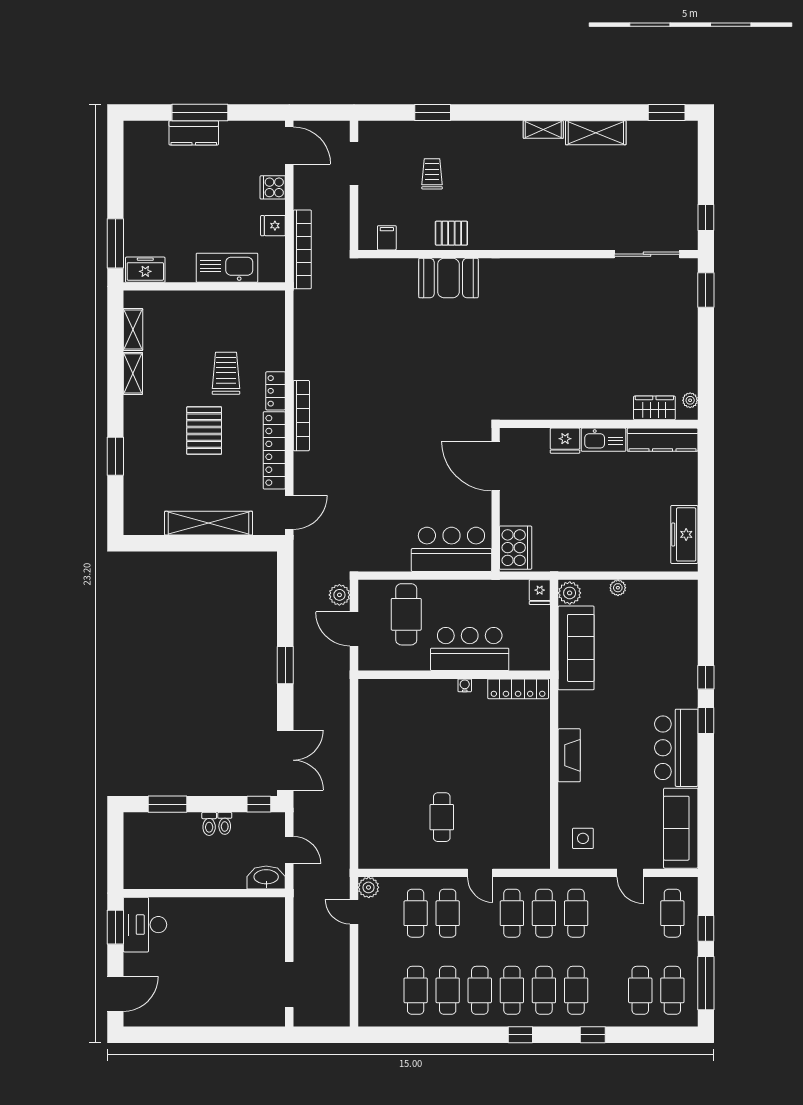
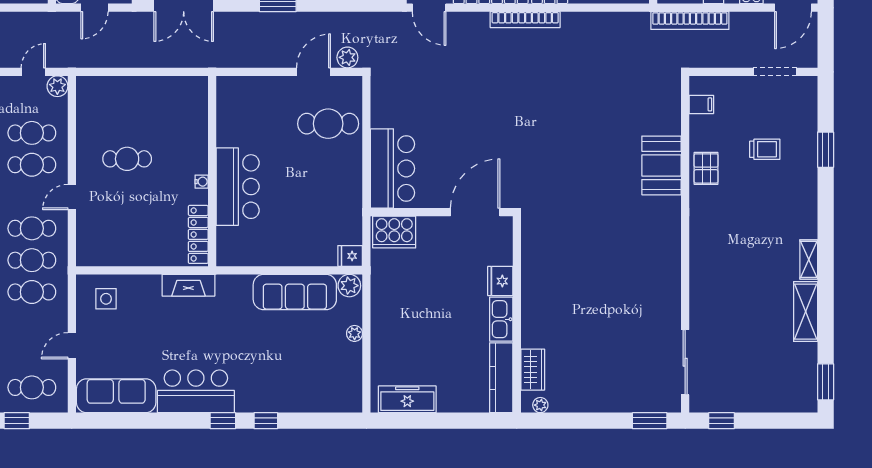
bar counter: (470, 649) -> (238, 187), moved
wall: (454, 675) -> (212, 171), moved
water cooler: (465, 685) -> (202, 182), moved
locker: (518, 689) -> (198, 234), moved

